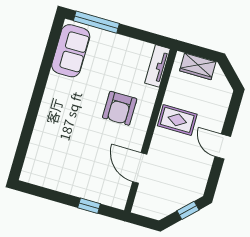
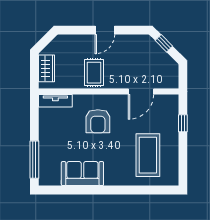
sofa: (71, 51) -> (82, 174), moved
armchair: (120, 108) -> (98, 121), turned 90
coffee table: (64, 155) -> (148, 155), added

